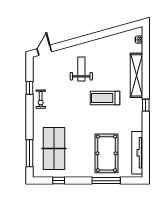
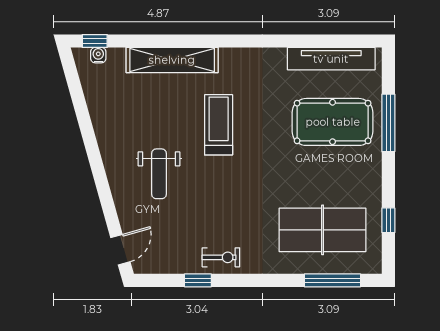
door: (44, 50) -> (120, 250), swing flipped
weight bench: (81, 69) -> (159, 174), turned -90
treadmill: (105, 98) -> (219, 125), turned 180
window: (146, 105) -> (95, 41), moved

